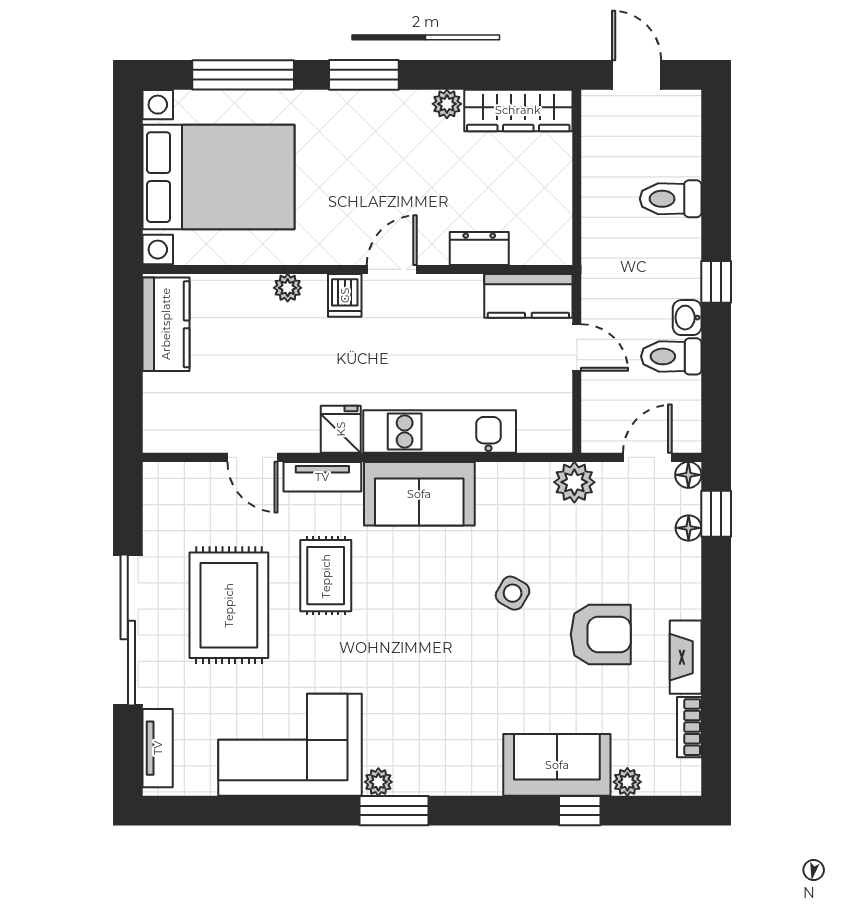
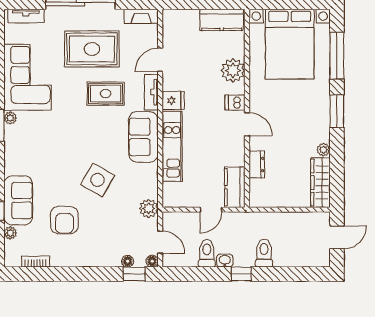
toilet: (671, 199) -> (264, 253), moved
plant: (288, 288) -> (233, 70), width x1.88, depth x1.88
side table: (513, 593) -> (98, 180), width x1.87, depth x1.87
armchair: (601, 634) -> (64, 220), moved
fireplace: (686, 657) -> (141, 16), moved, turned 180

